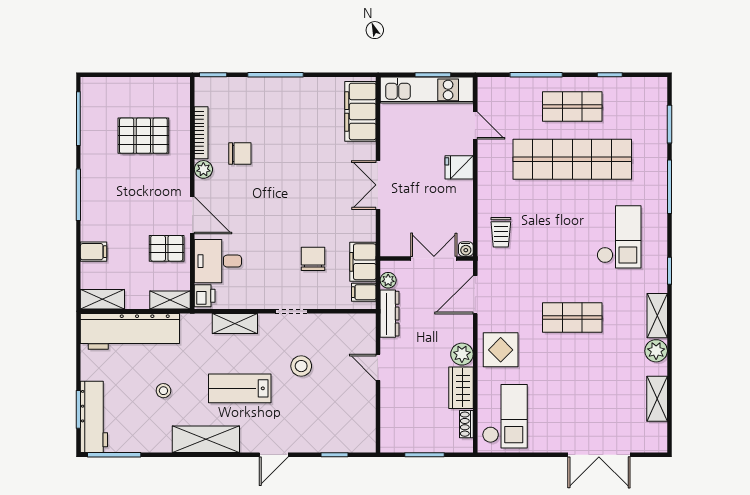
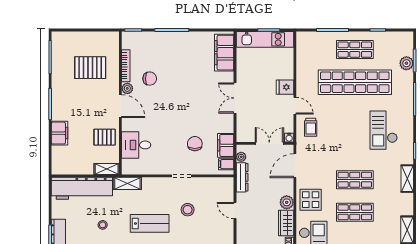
door: (475, 126) -> (295, 106), moved
door: (192, 215) -> (120, 106), moved
checkout: (619, 237) -> (384, 130), turned 180
filing cabinet: (94, 252) -> (59, 133), width x2.00
printer: (205, 296) -> (128, 166), removed
shelving: (102, 299) -> (65, 168), removed
shelving: (235, 323) -> (127, 183), moved
plant: (656, 351) -> (406, 63), moved
shop shelf: (572, 370) -> (355, 212), added
lab bench: (240, 388) -> (150, 223), turned 180

